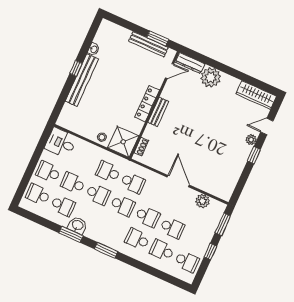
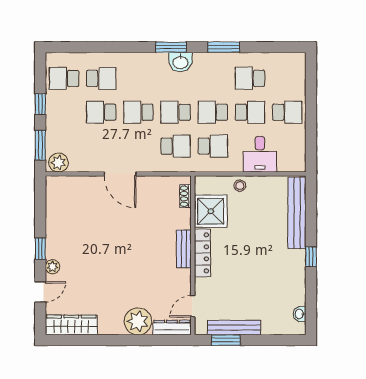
washbasin: (94, 49) -> (300, 314), moved
bench: (82, 80) -> (297, 213), moved
shower: (123, 142) -> (211, 211), moved
desk: (61, 143) -> (260, 154), moved, turned 90
school desk: (133, 183) -> (176, 146), turned 180
school desk: (38, 194) -> (287, 78), removed
plant: (202, 201) -> (58, 163), moved
washbasin: (77, 225) -> (180, 62), moved
school desk: (137, 239) -> (138, 78), removed

